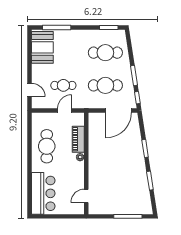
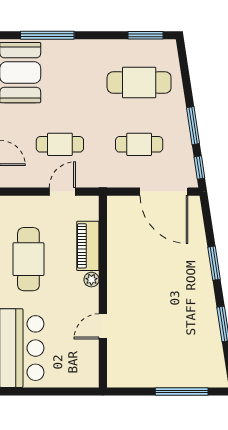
cafe table: (105, 85) -> (139, 144), width x0.73, depth x0.74
door: (119, 110) -> (164, 192), hinge flipped
door: (86, 196) -> (103, 326), moved

